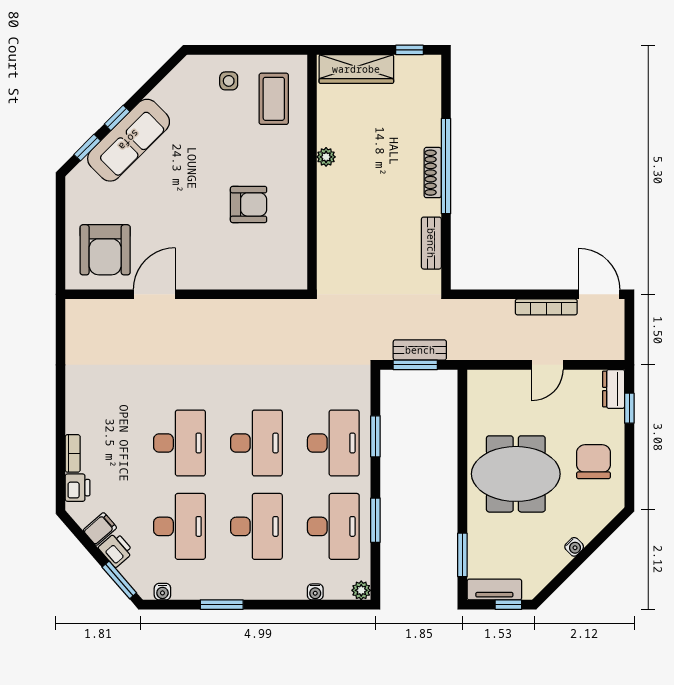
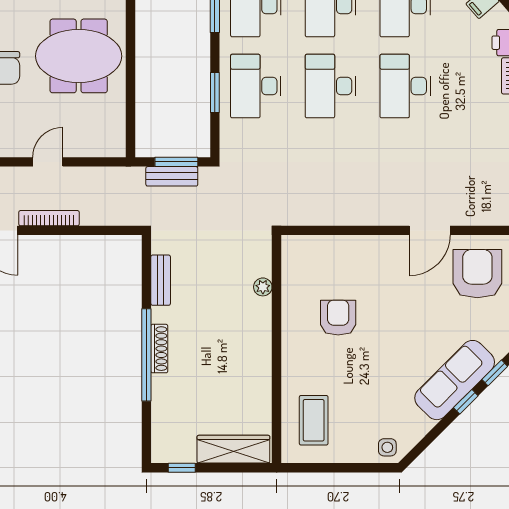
side table: (229, 81) -> (387, 447), moved
plant: (326, 157) -> (263, 287), moved
armchair: (249, 204) -> (338, 318), turned 90

